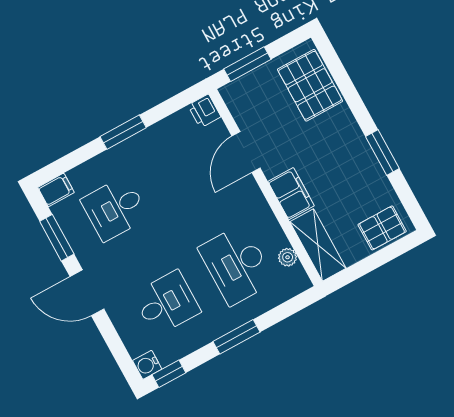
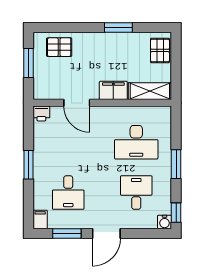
window: (247, 64) -> (28, 63), moved
pallet: (310, 85) -> (59, 47), width x0.67, depth x0.71
plant: (288, 257) -> (148, 112), removed

